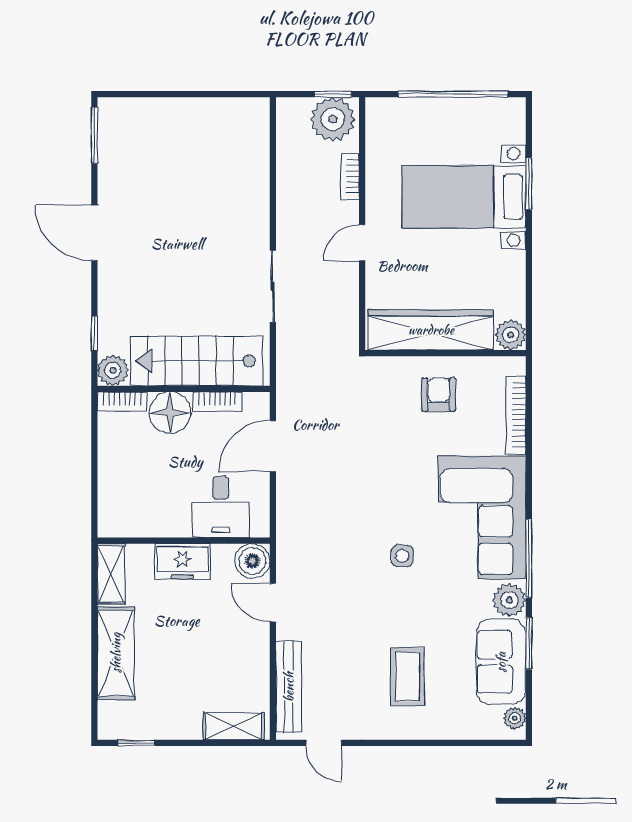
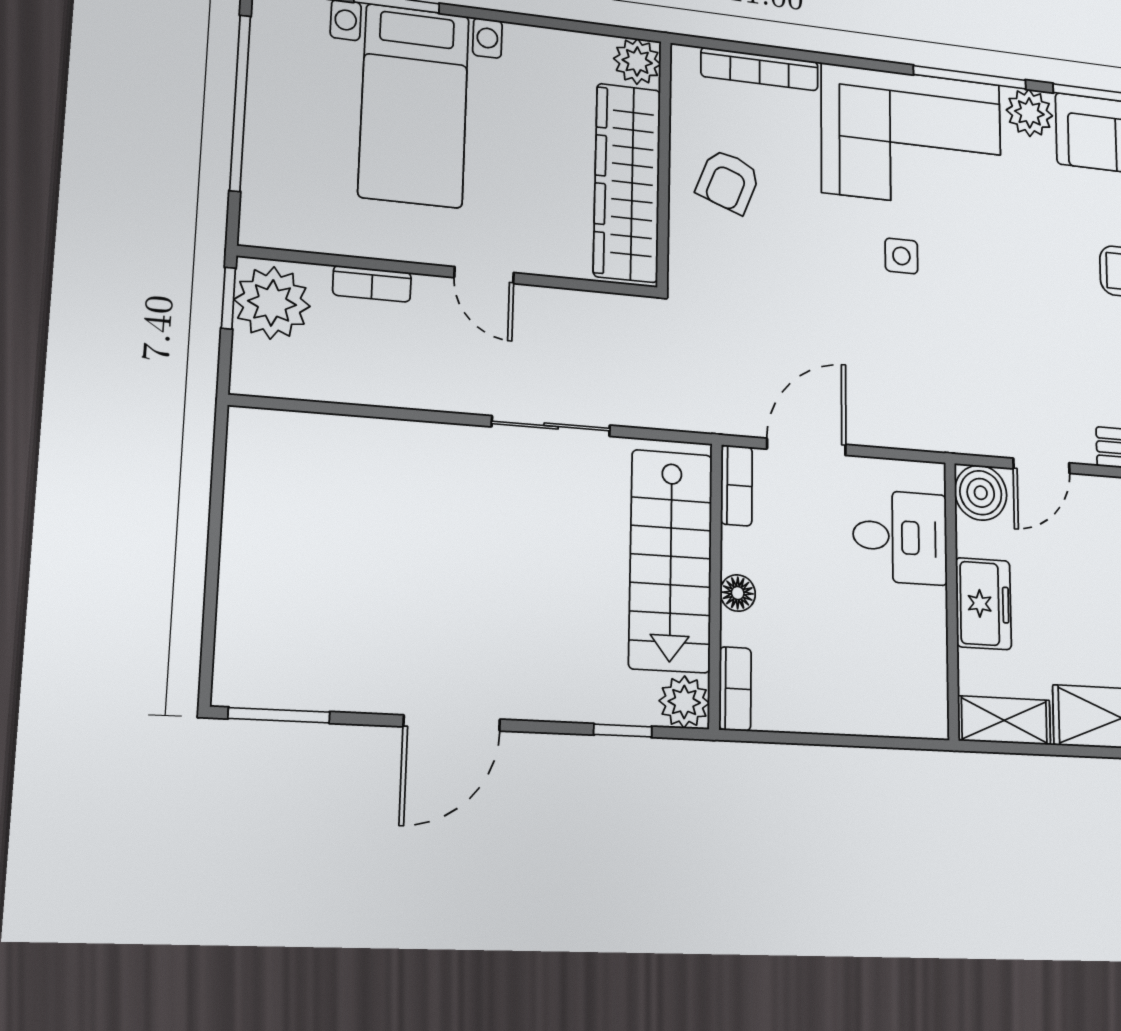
armchair: (439, 395) -> (728, 181), turned -69
bookcase: (217, 402) -> (737, 485), moved
floor lamp: (170, 413) -> (738, 593), width x0.53, depth x0.53
door: (273, 446) -> (806, 447), swing flipped
side table: (402, 556) -> (901, 256), moved

